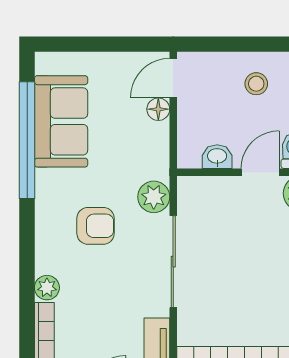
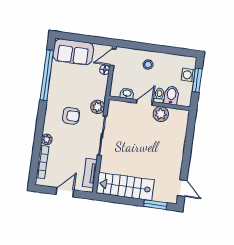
sofa: (61, 121) -> (73, 52), moved, turned 90

